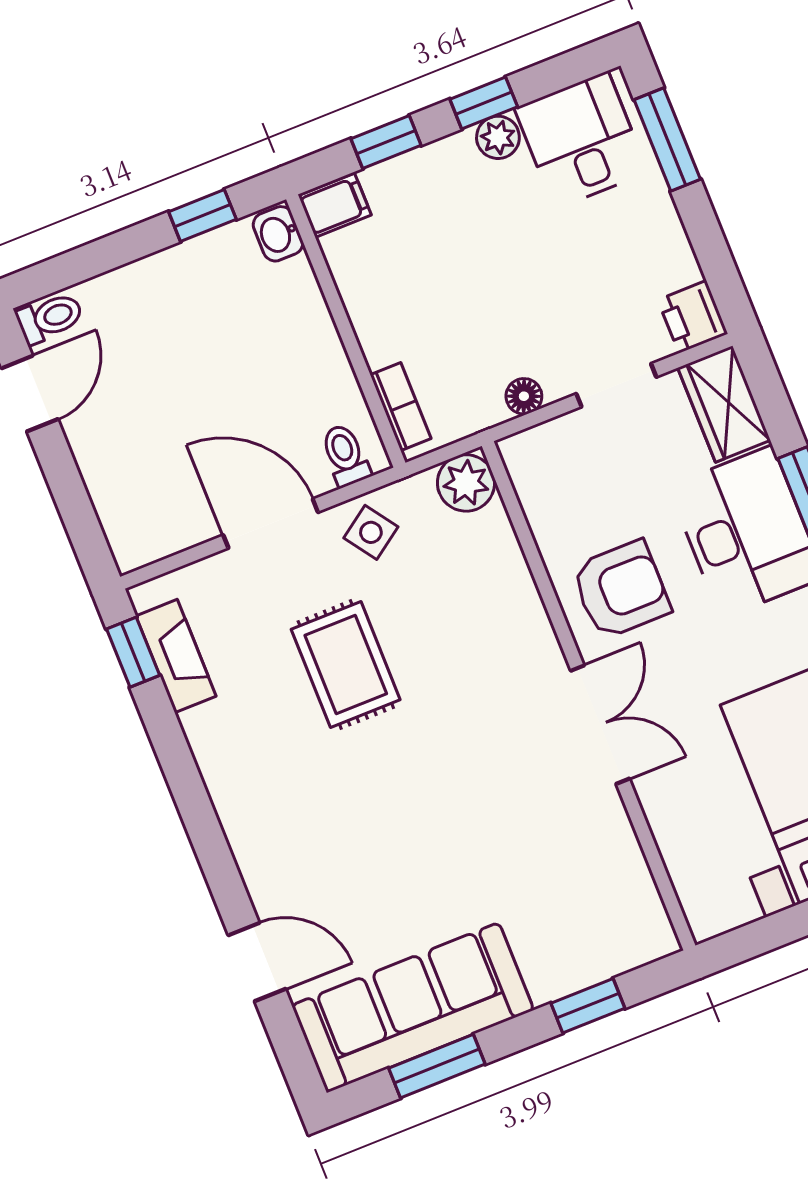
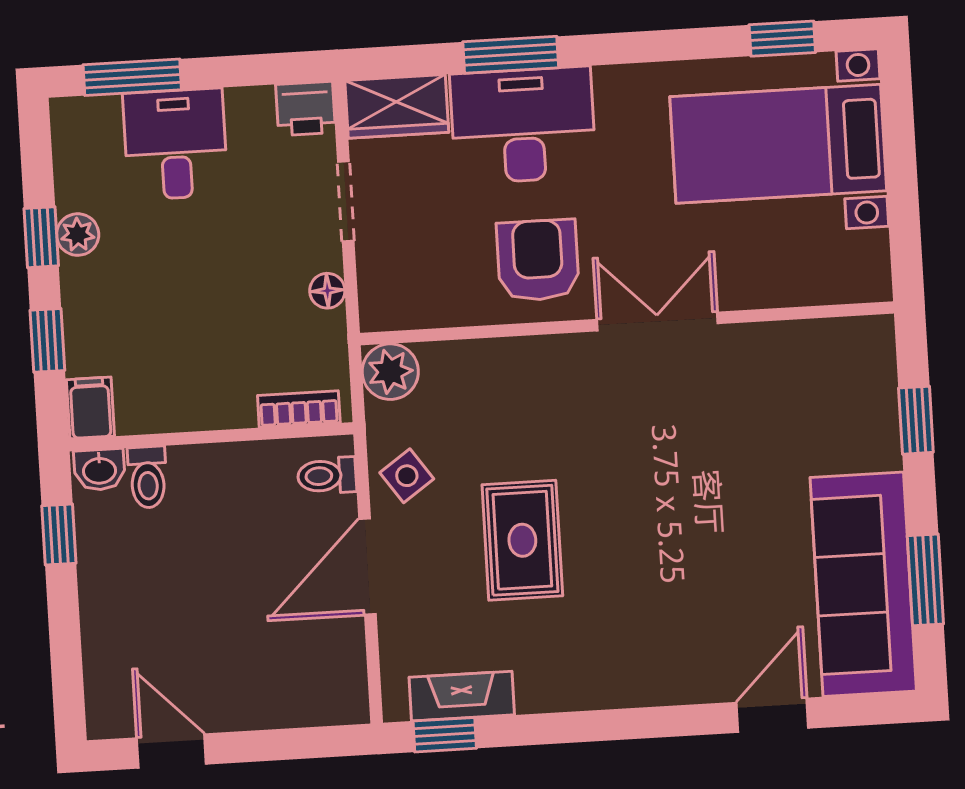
desk: (581, 140) -> (175, 144), moved, turned 90
toilet: (50, 318) -> (148, 477), moved, turned 180
rug: (346, 665) -> (522, 540), turned 90

